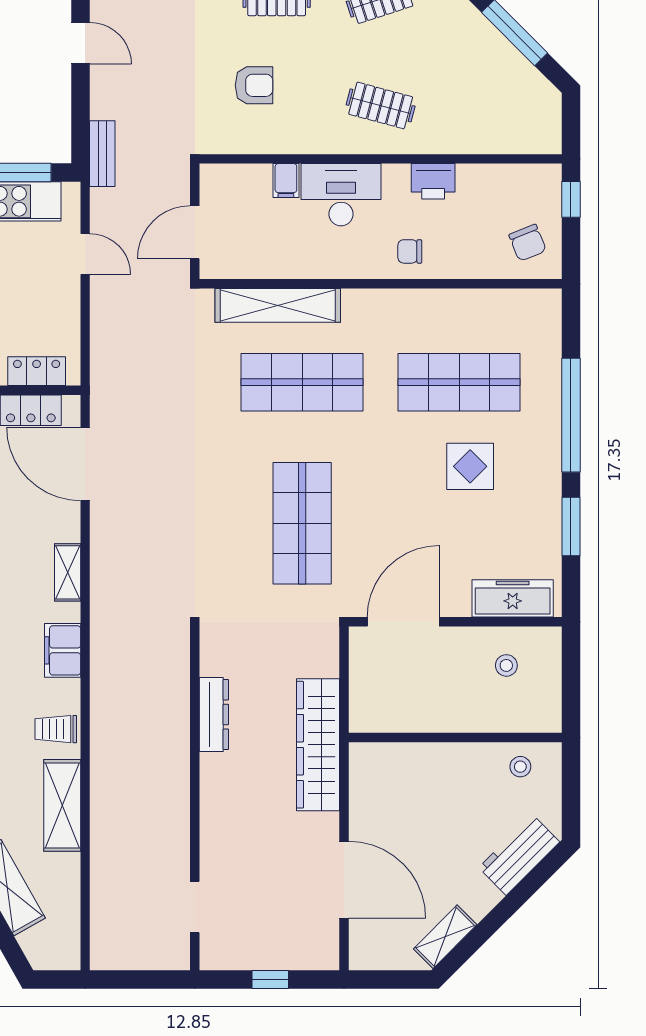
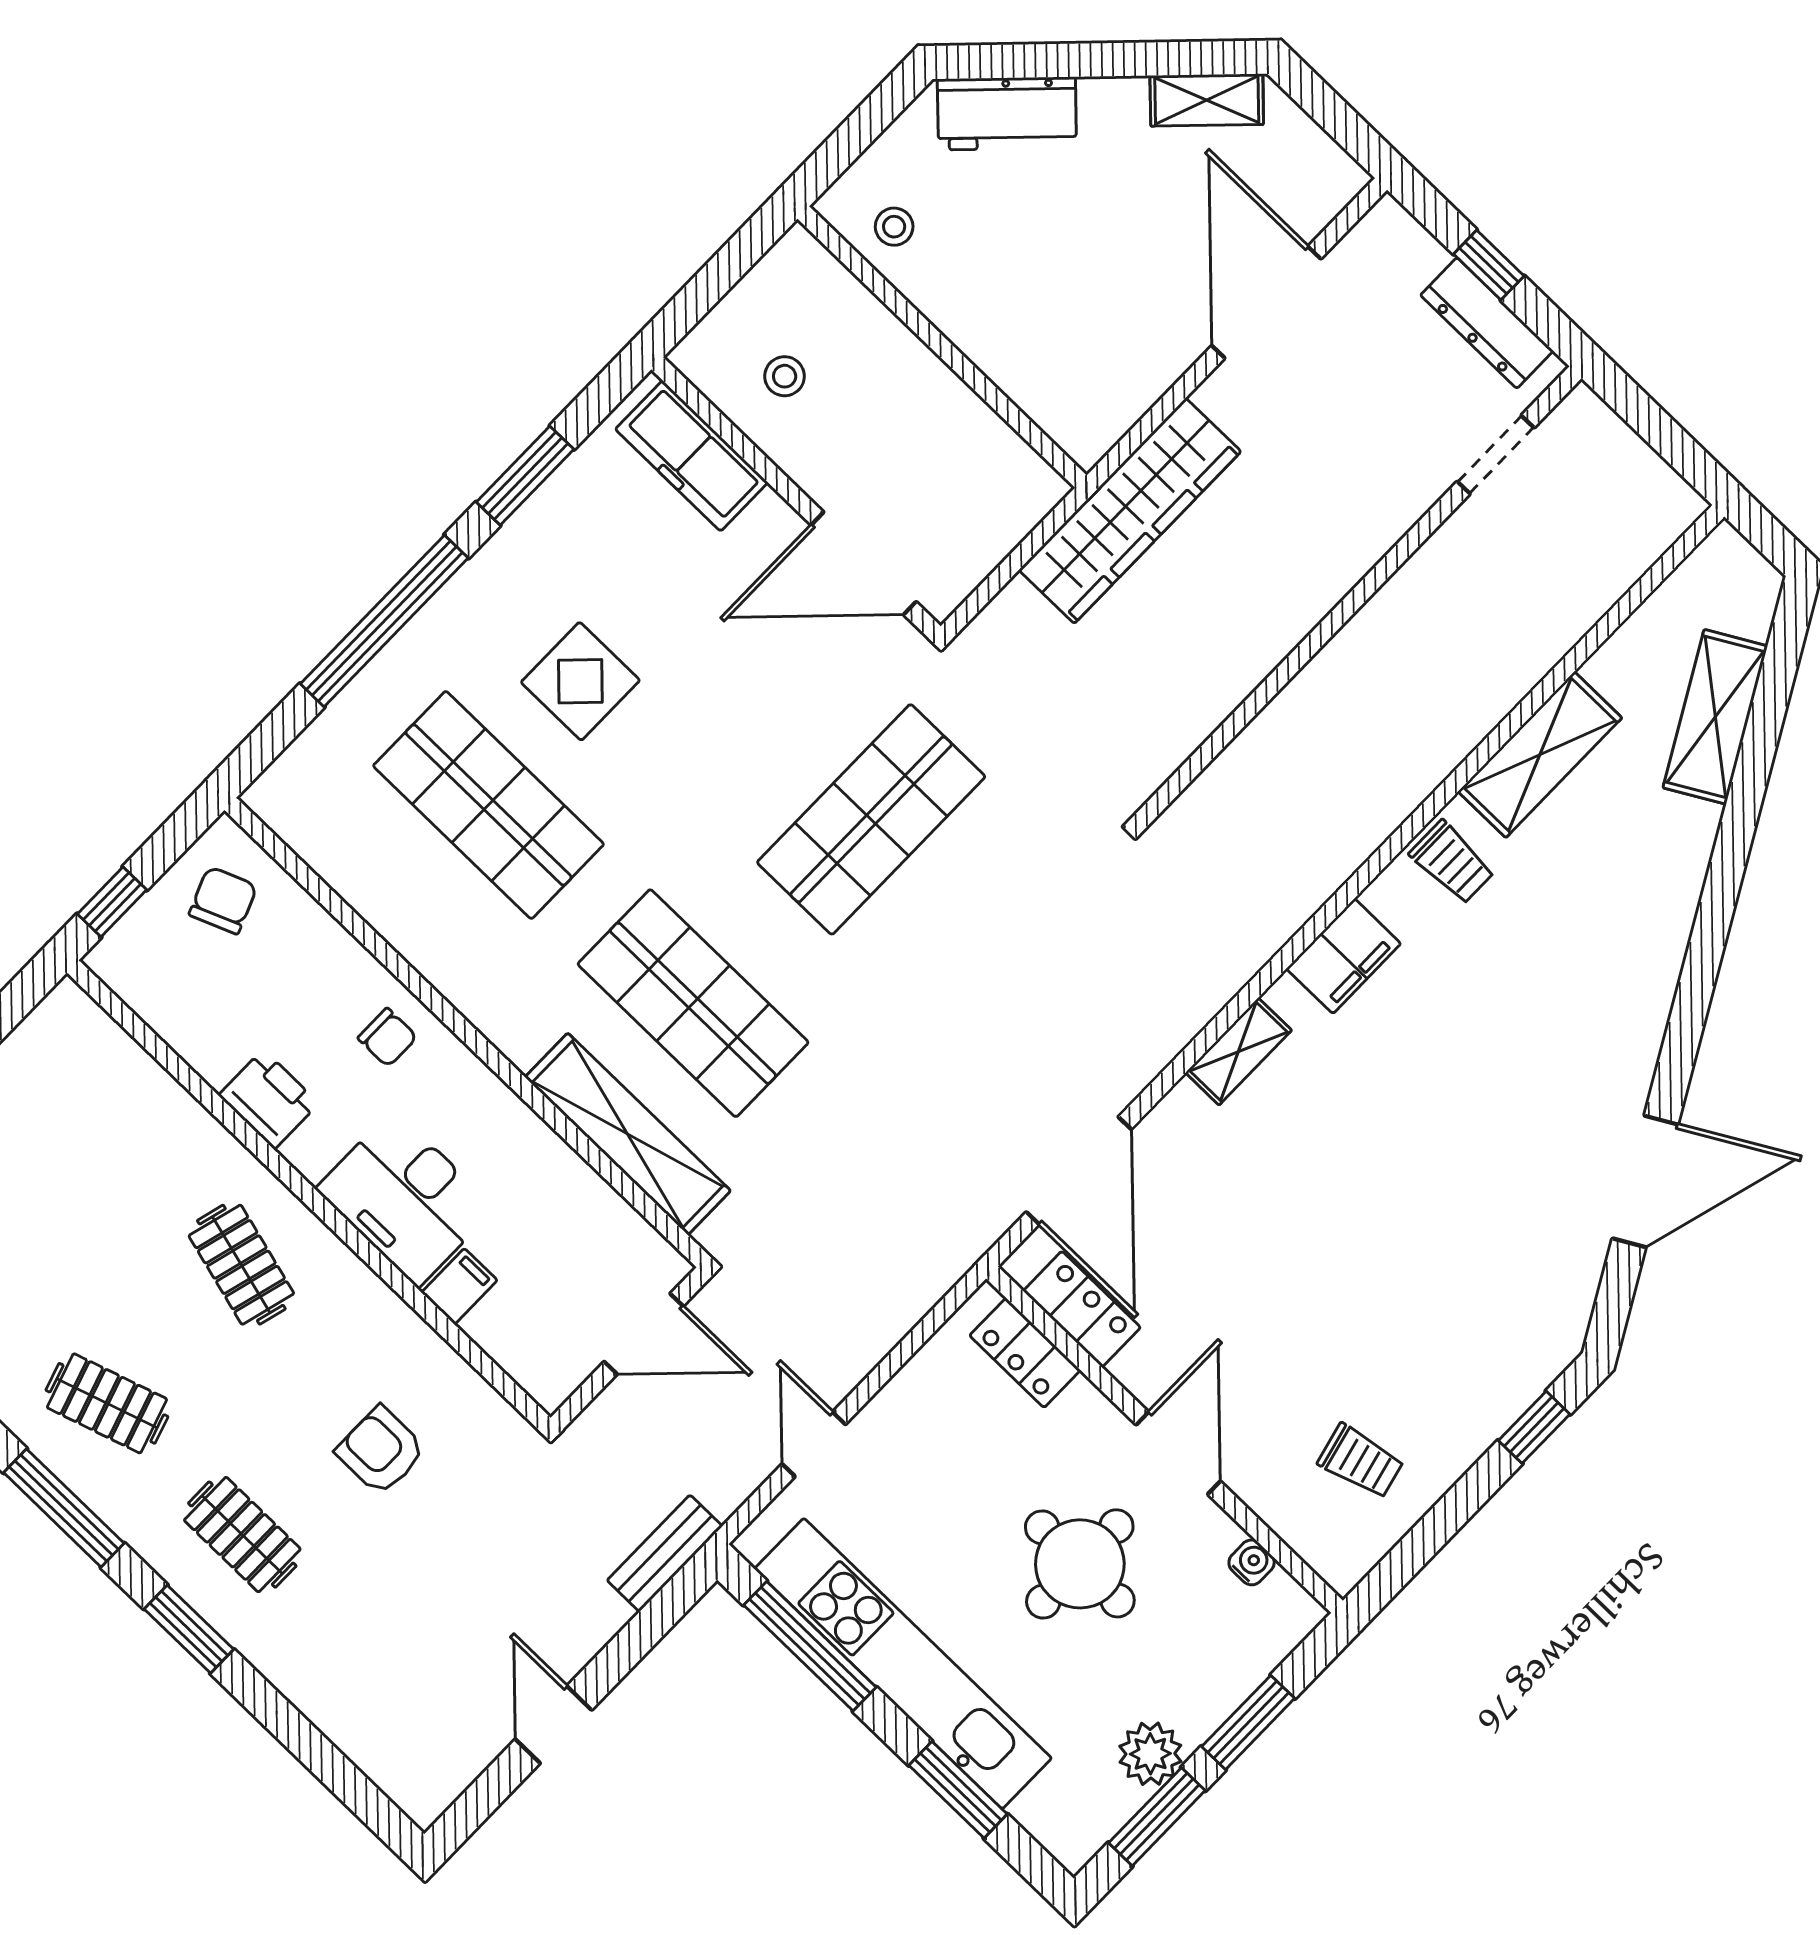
dresser: (214, 715) -> (1487, 323), moved, turned -90

